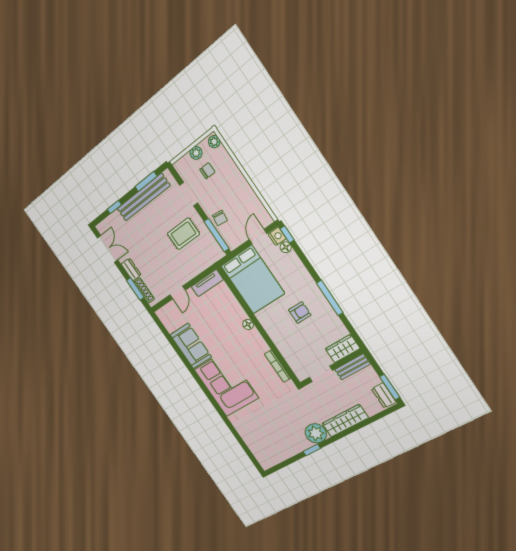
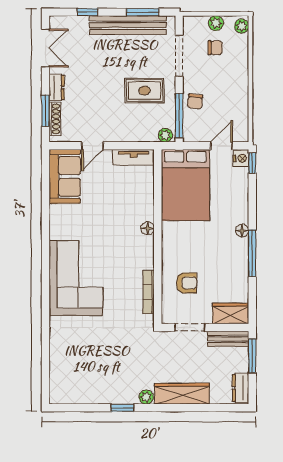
doorway: (189, 194) -> (179, 56), width x1.38
floor lamp: (286, 247) -> (242, 231), moved
plant: (217, 255) -> (165, 135), added
armchair: (300, 313) -> (186, 283), moved
sofa: (191, 346) -> (65, 176), moved
window: (390, 387) -> (252, 356), moved
plant: (316, 433) -> (146, 397), width x0.53, depth x0.53

